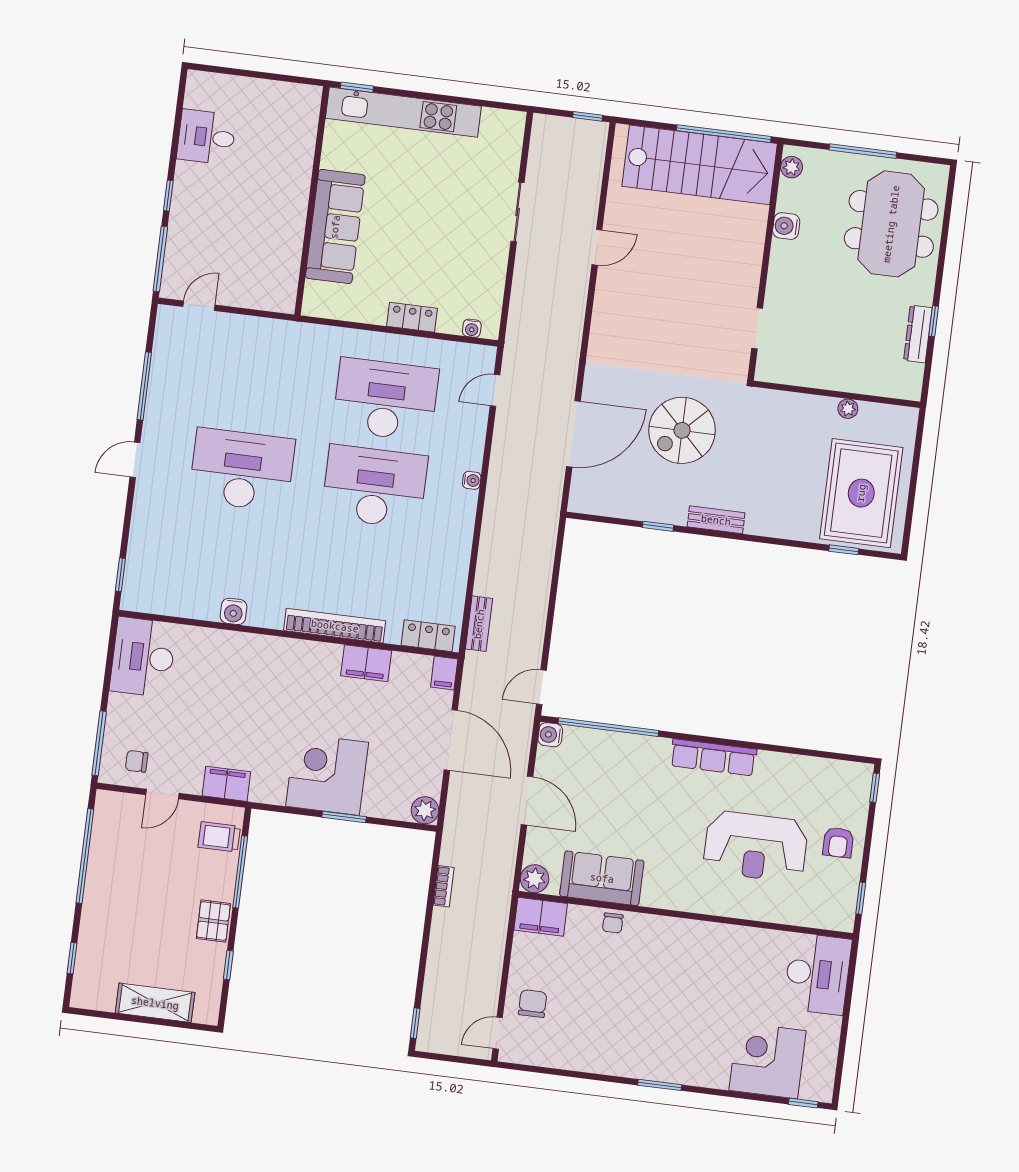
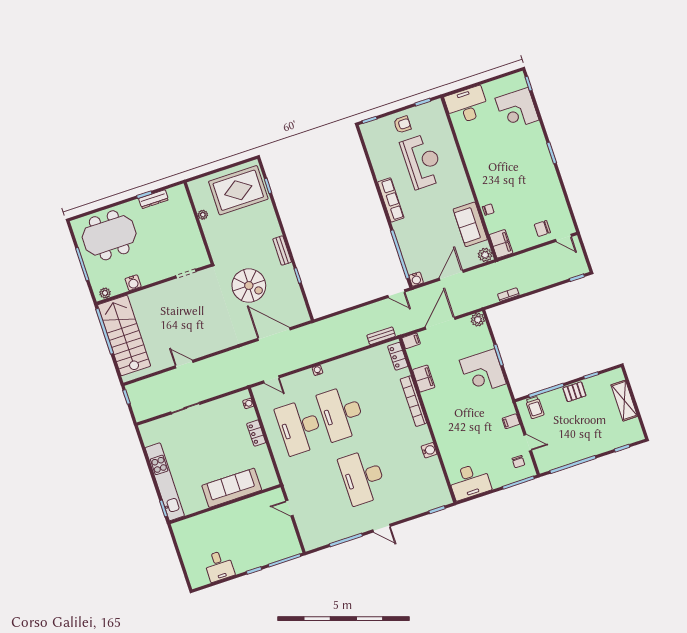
door: (199, 306) -> (289, 508), moved
filing cabinet: (226, 784) -> (511, 421), width x0.50

